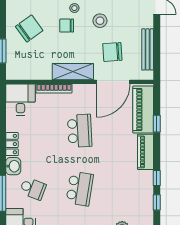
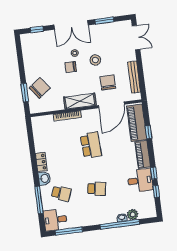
chair: (29, 29) -> (40, 88), moved
chair: (112, 52) -> (108, 82), turned 94
desk: (20, 100) -> (140, 181), moved, turned 90
school desk: (80, 189) -> (97, 189), width x0.54

